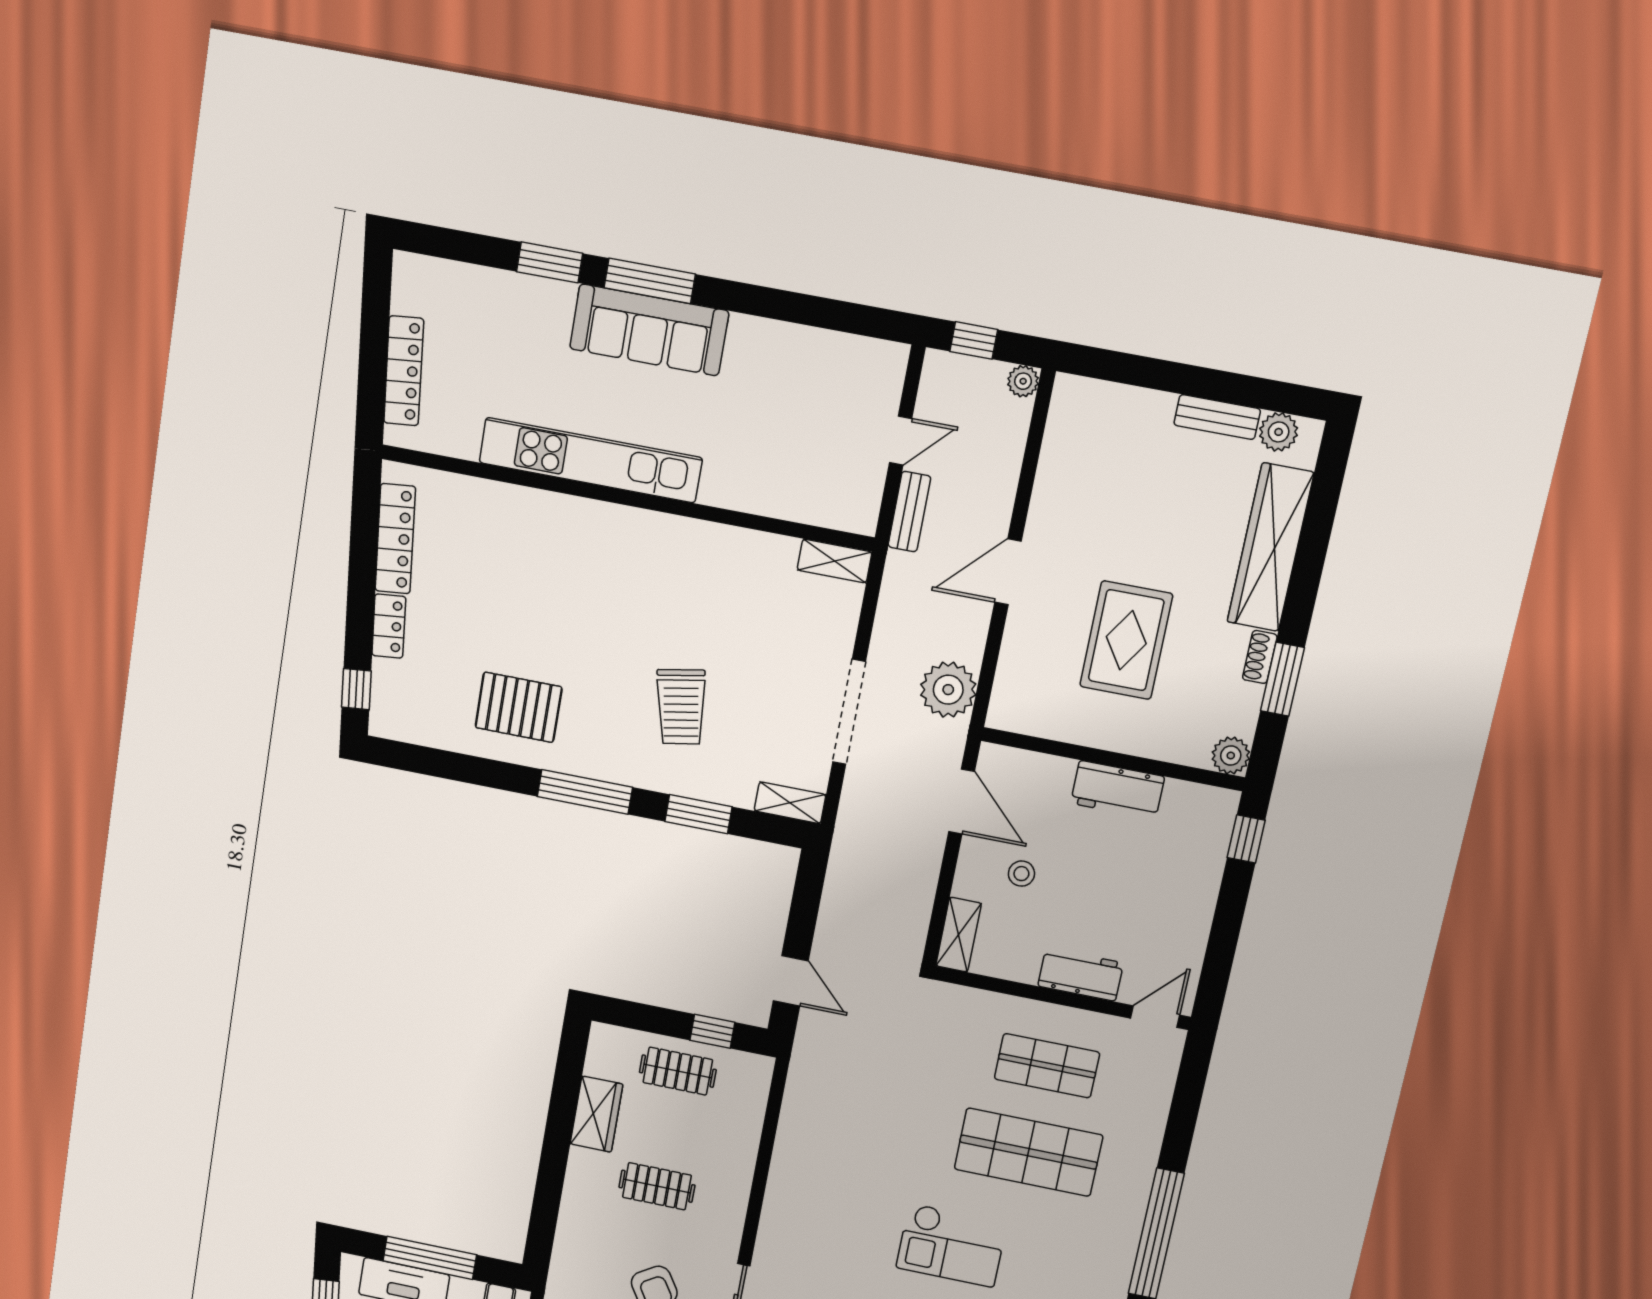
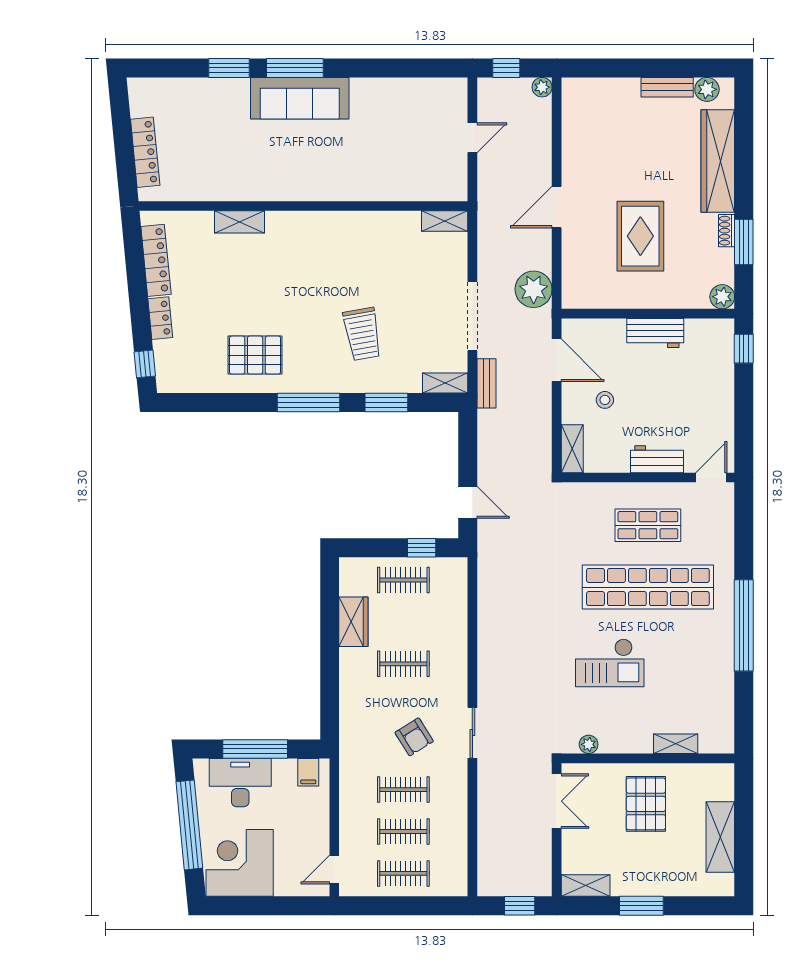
kitchen unit: (590, 460) -> (276, 186), removed
shelving: (528, 504) -> (239, 222), added
bench: (909, 512) -> (487, 383), moved
shop shelf: (1028, 1152) -> (648, 587), width x1.40

